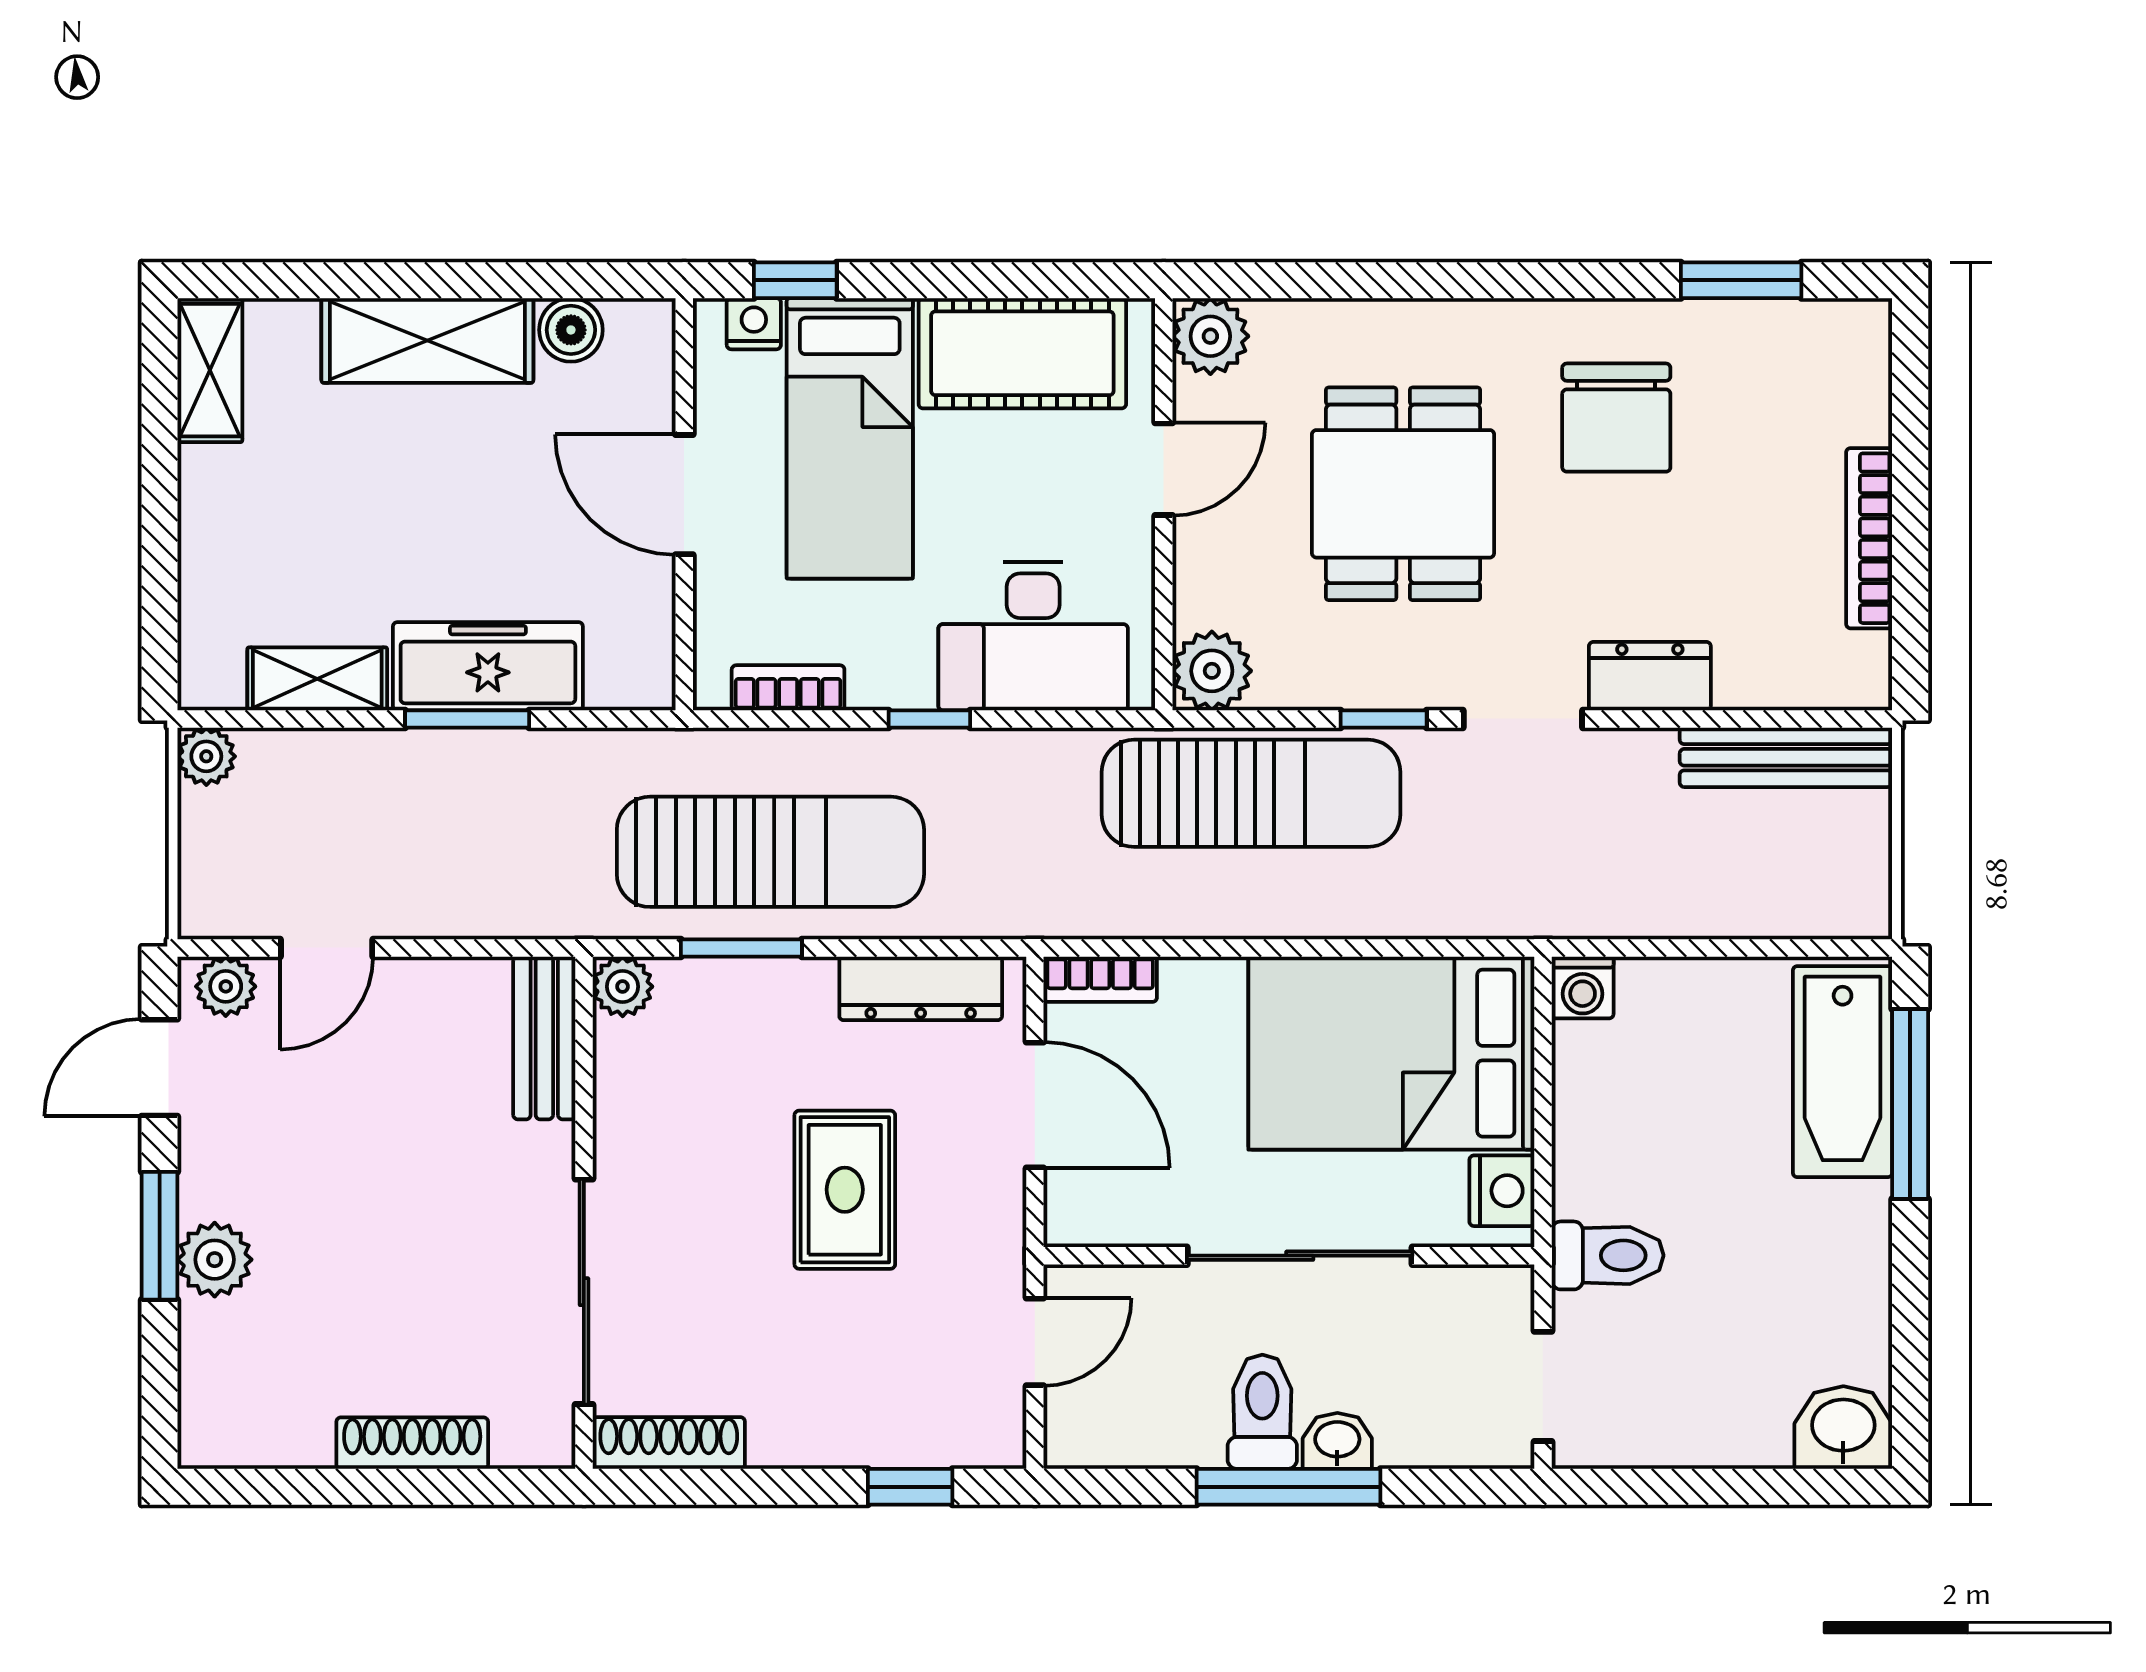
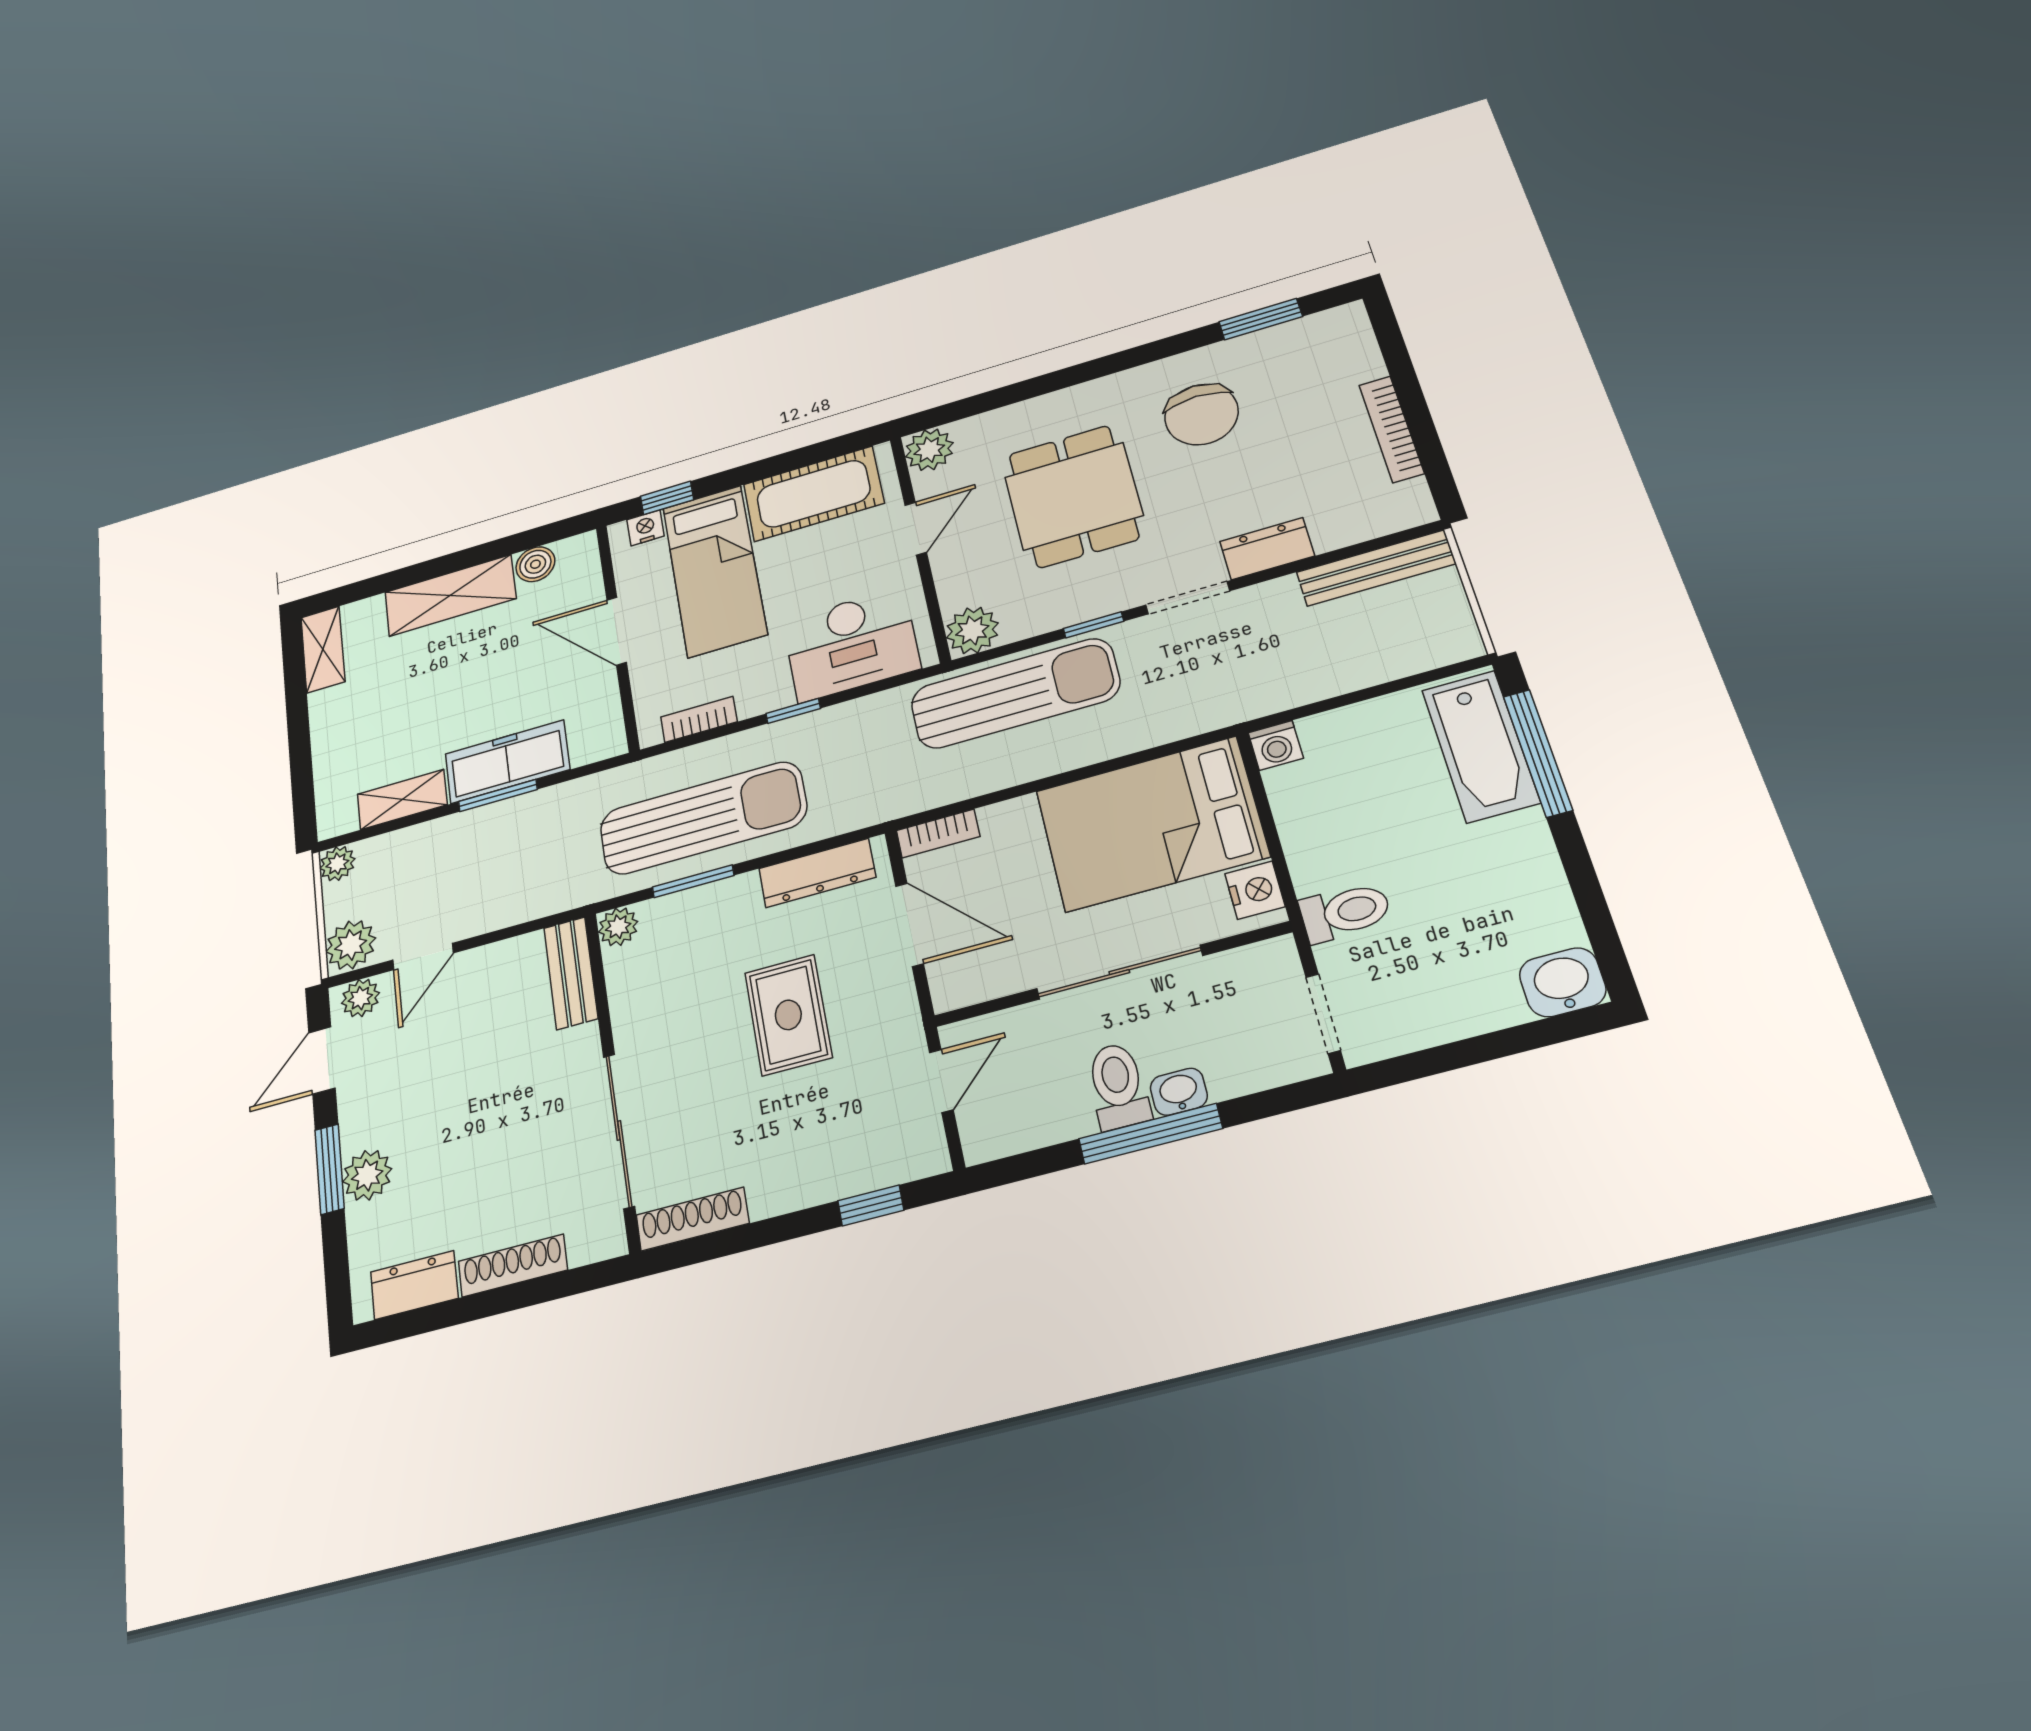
plant: (217, 897) -> (351, 945), added
dresser: (270, 1435) -> (414, 1285), added

